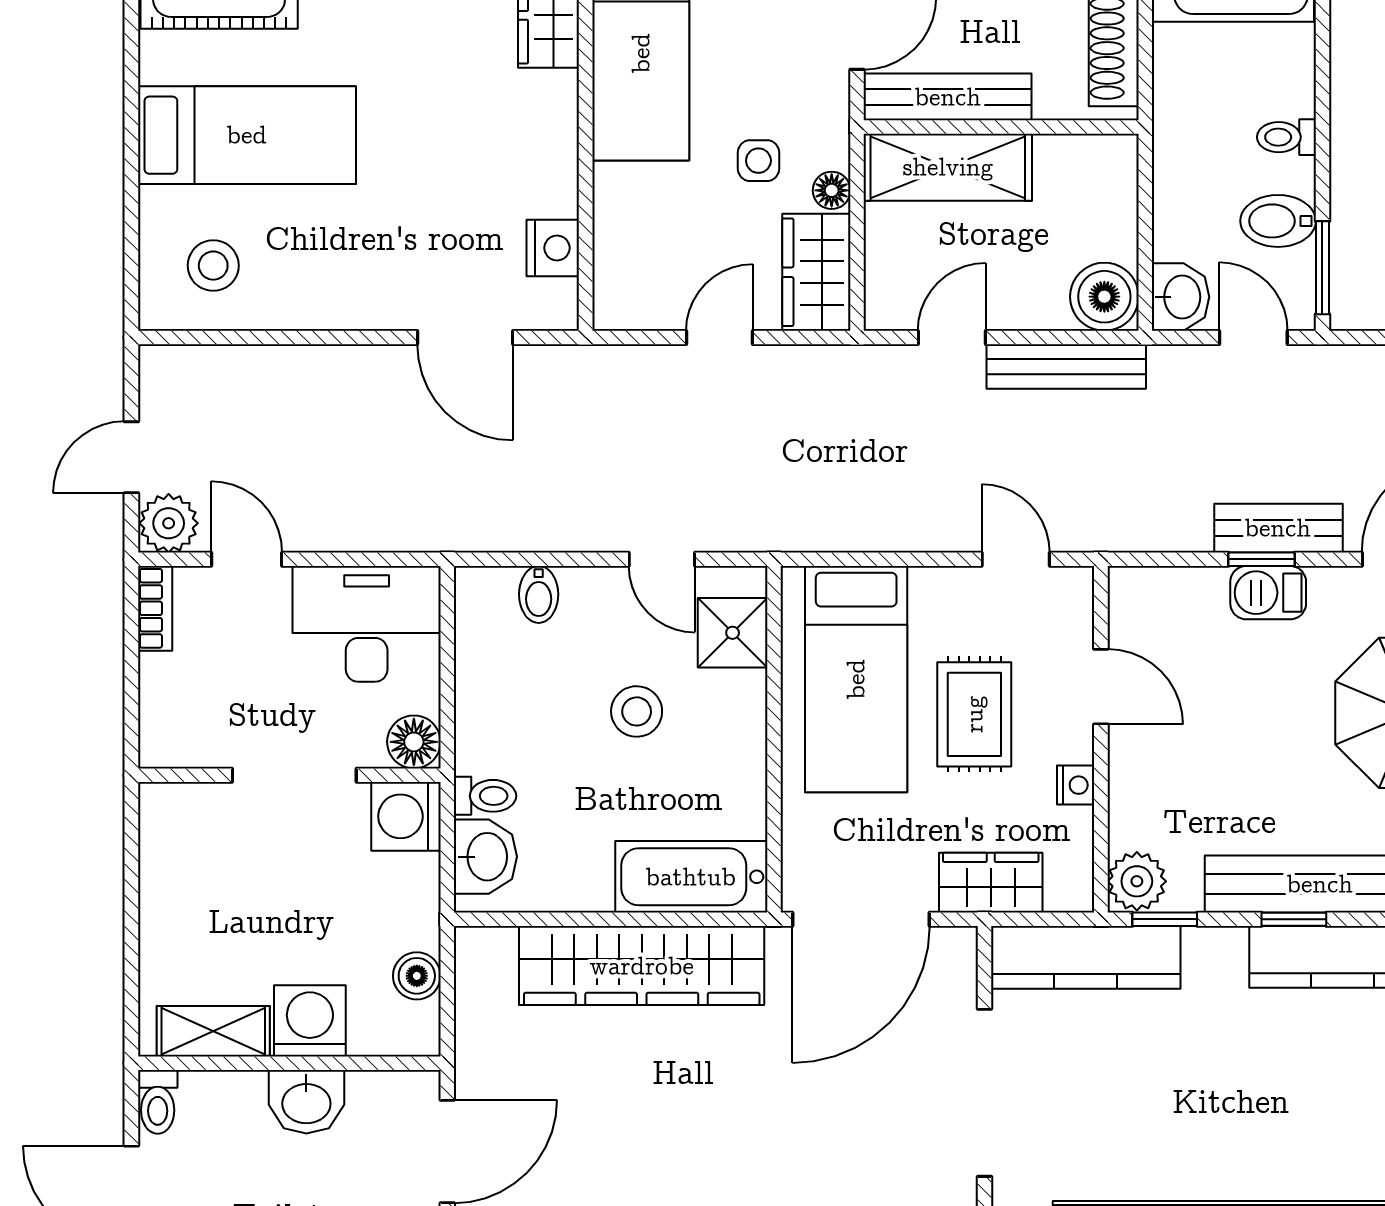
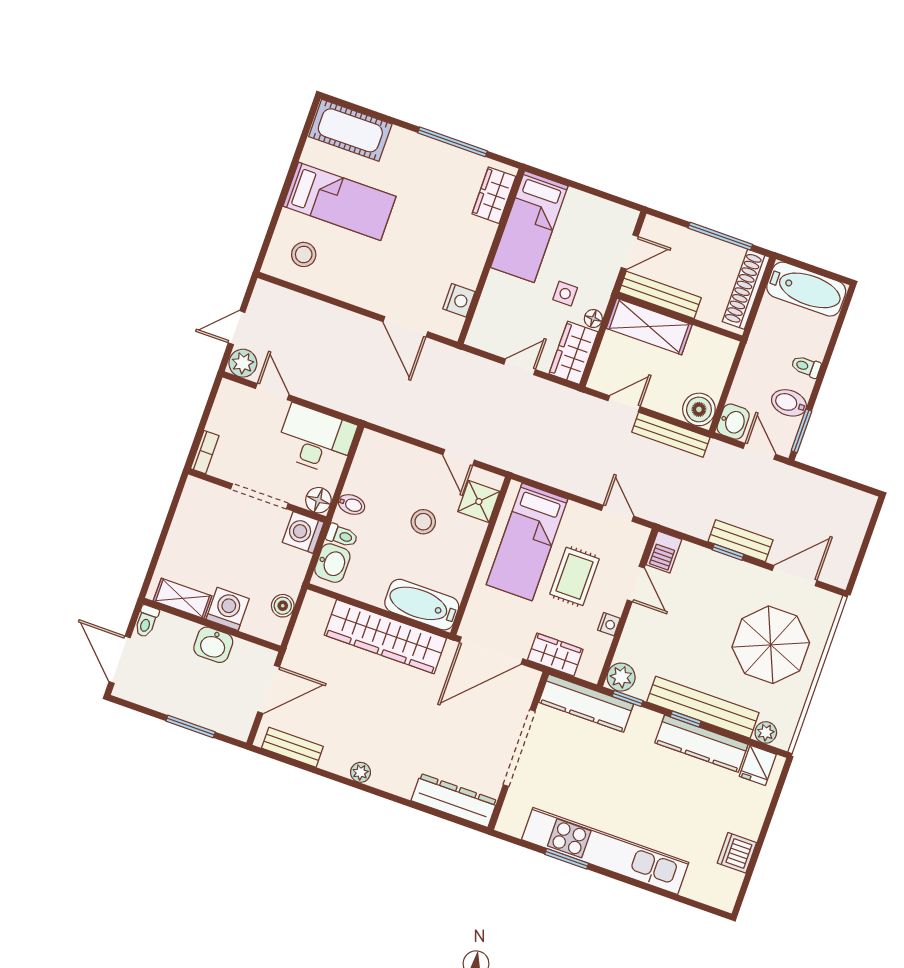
barbecue: (1268, 593) -> (664, 552), moved, turned -90
bidet: (539, 594) -> (352, 504), moved, turned -90
bookcase: (155, 608) -> (205, 452), moved

